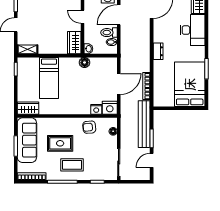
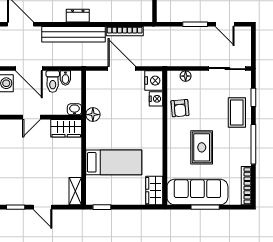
bench: (144, 124) -> (73, 34), moved
coffee table: (72, 165) -> (237, 113), moved

